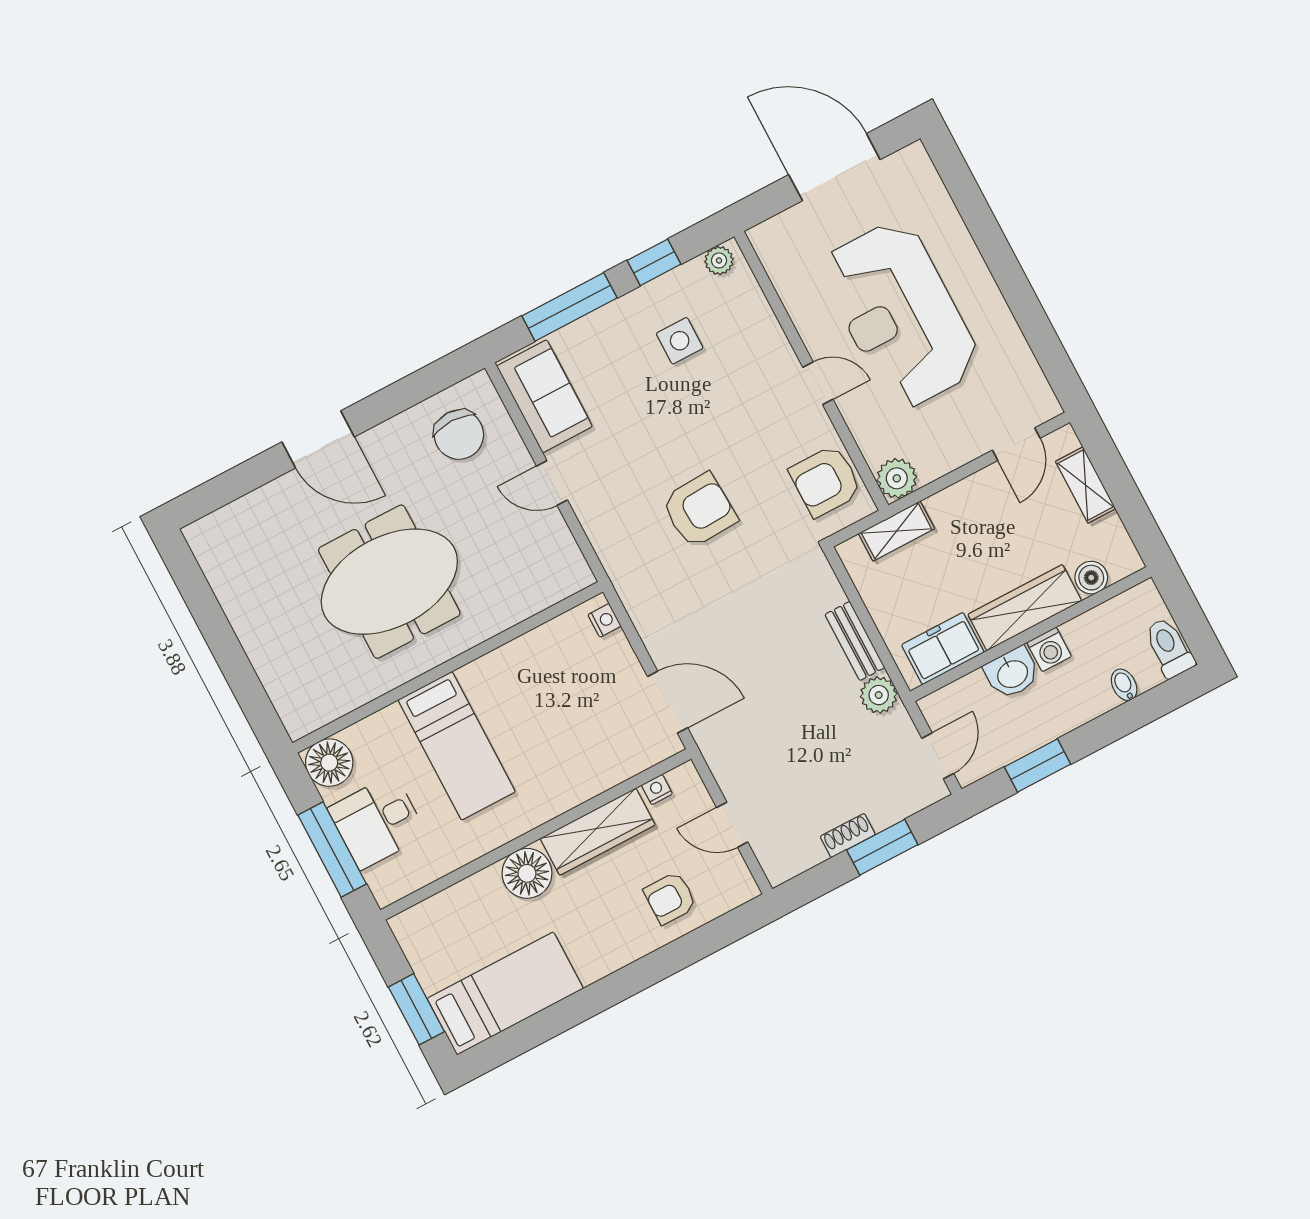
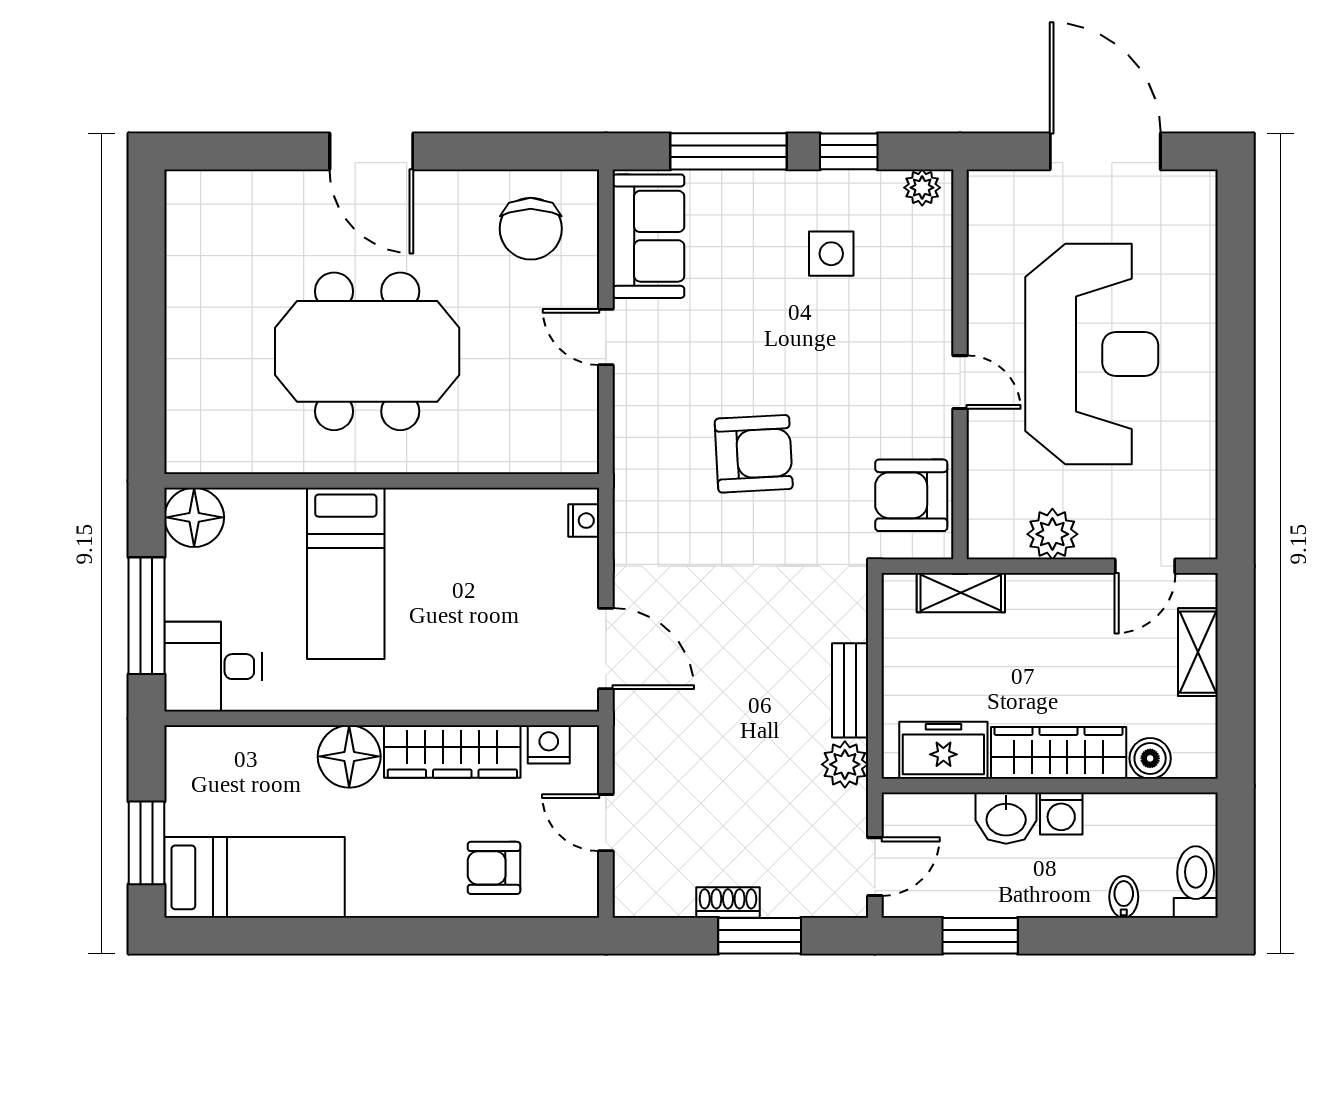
reception desk: (900, 315) -> (1092, 354), turned 180
plant: (897, 478) -> (1052, 534), moved
nightstand: (657, 789) -> (549, 744), width x1.39, depth x1.35
desk: (377, 822) -> (213, 667), moved

